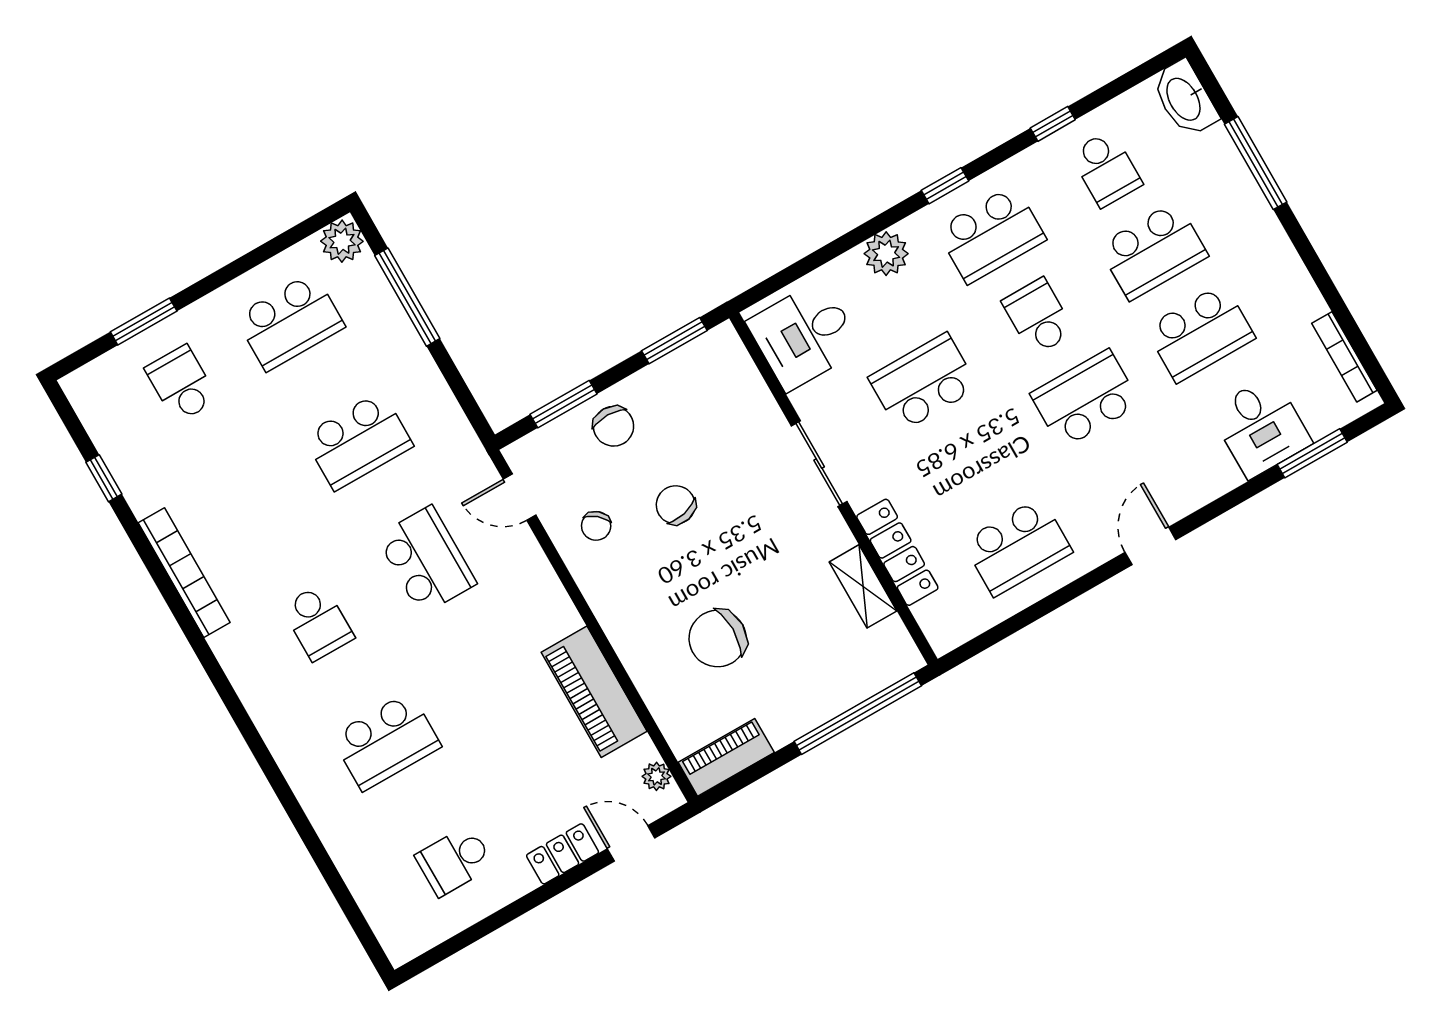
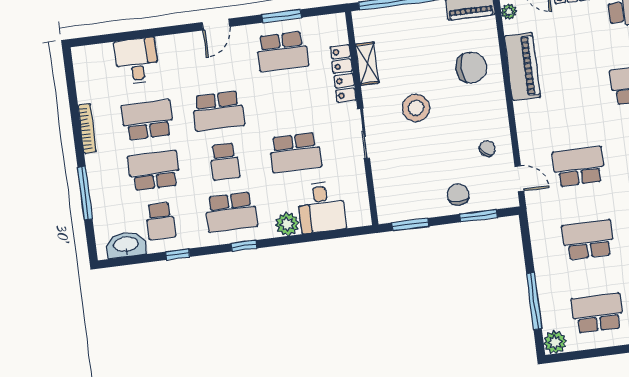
washbasin: (1185, 99) -> (126, 245), moved, turned -90
school desk: (1106, 169) -> (160, 221), turned 180
school desk: (991, 234) -> (231, 212), turned 180
desk: (804, 335) -> (321, 207), moved, turned 90
bookcase: (1344, 357) -> (87, 128), moved
window: (1312, 453) -> (282, 16), moved
chair: (676, 505) -> (443, 143), removed
stool: (748, 545) -> (416, 108), added
school desk: (1017, 547) -> (282, 51), turned 180
school desk: (426, 560) -> (579, 166), turned 90
chair: (718, 638) -> (471, 67), moved

